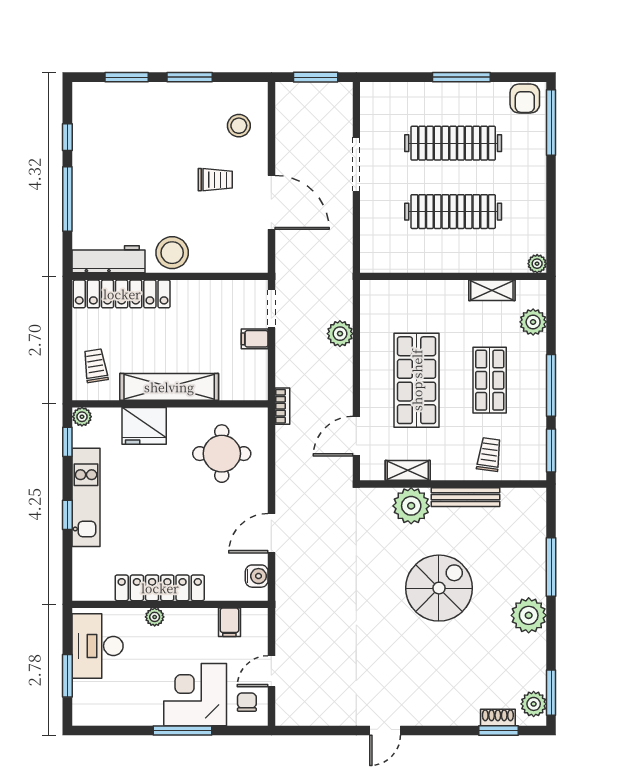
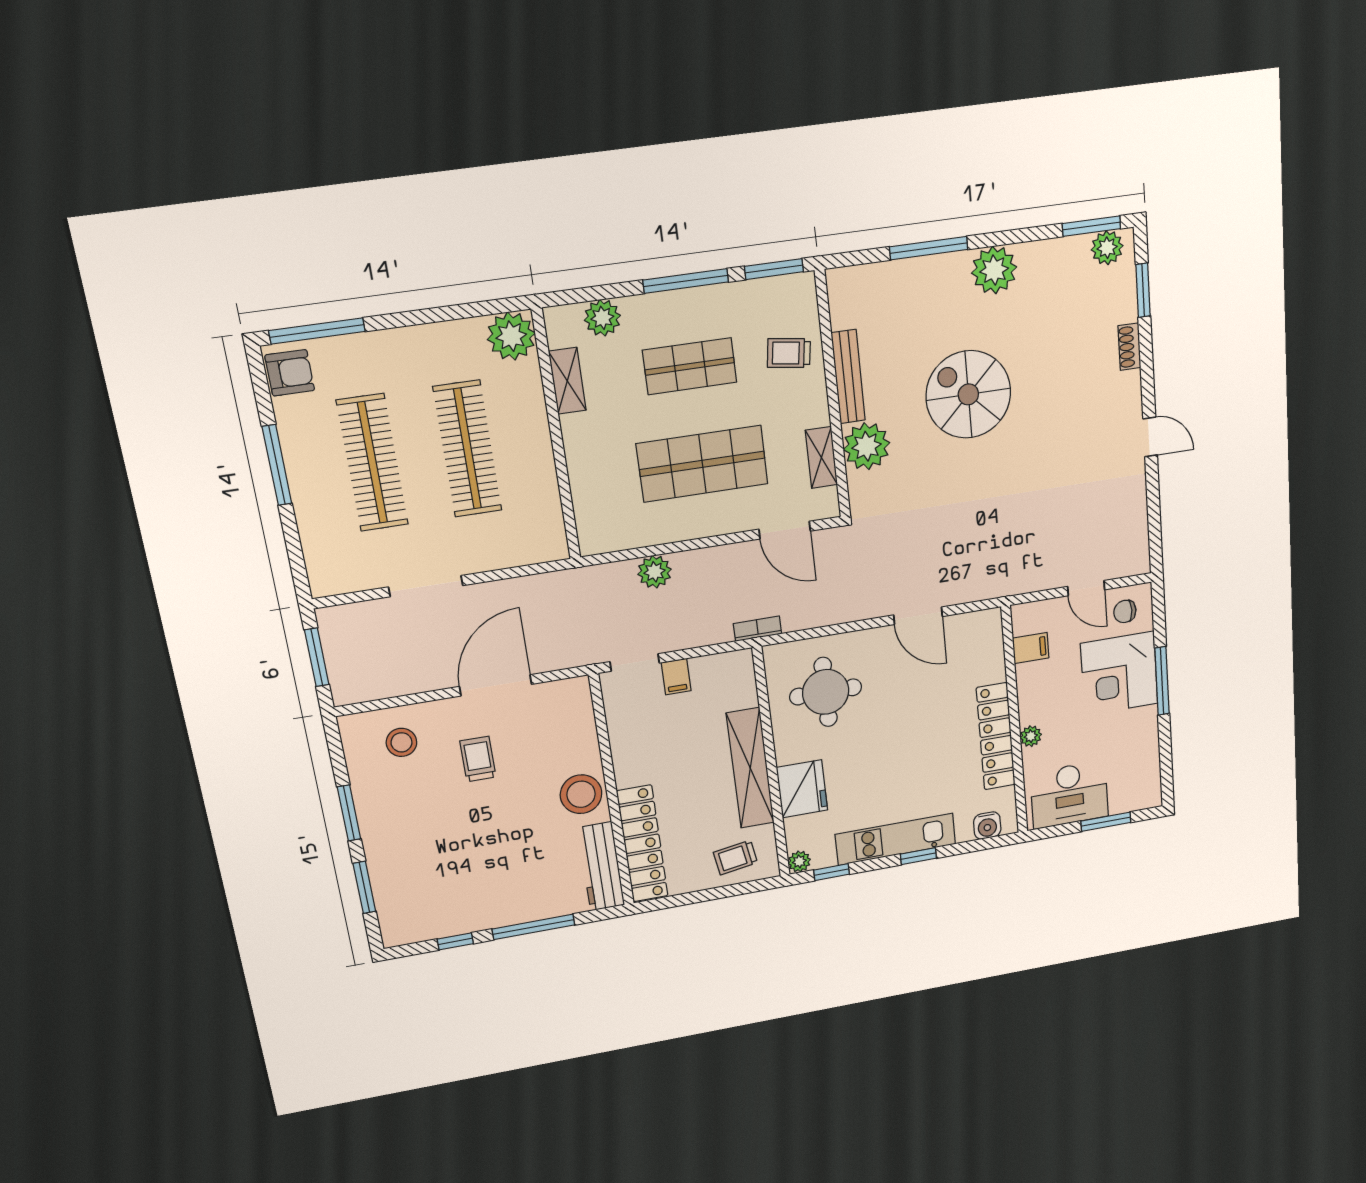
plant: (537, 264) -> (511, 336), width x1.88, depth x1.88
water cooler: (257, 576) -> (987, 826), moved, turned 180
shoe rack: (498, 717) -> (1129, 347), moved

